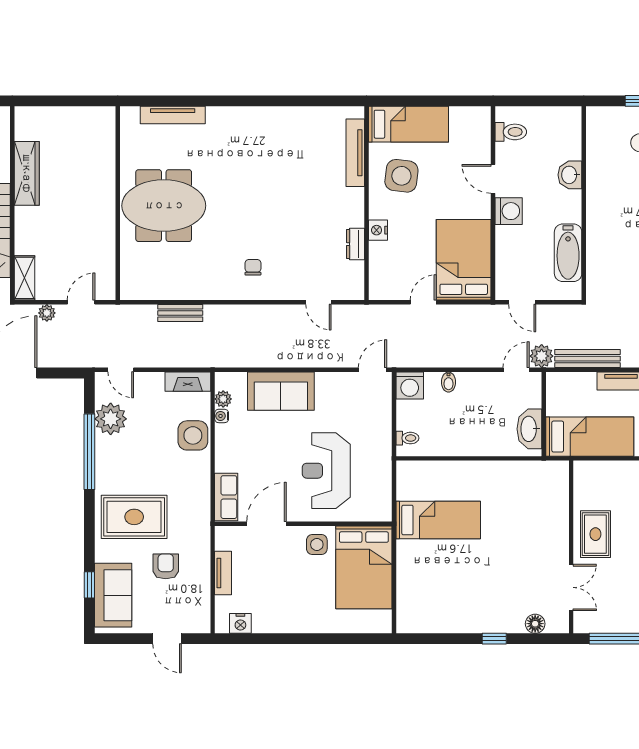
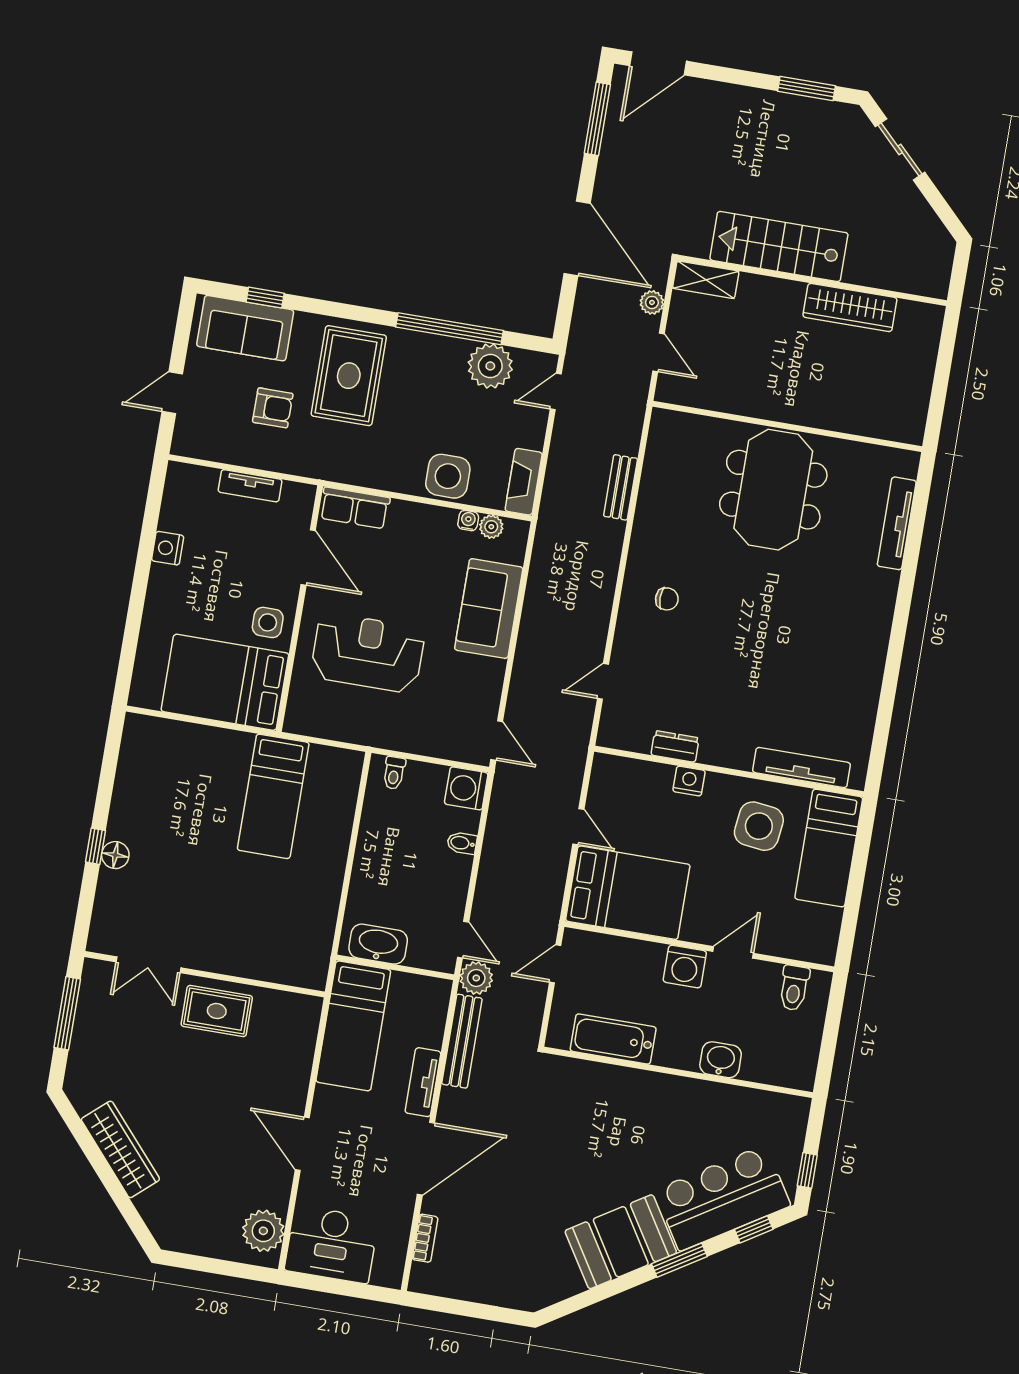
nightstand: (240, 623) -> (168, 548), moved
floor lamp: (535, 624) -> (115, 855), moved

